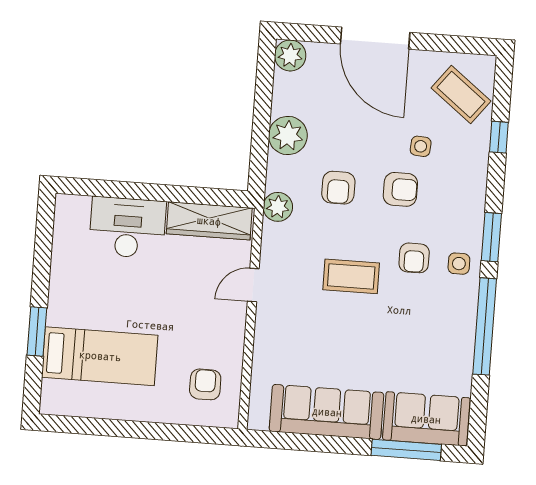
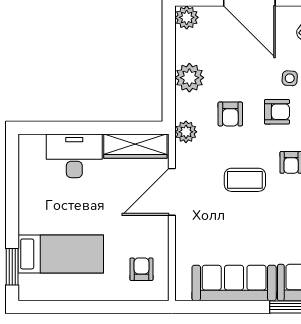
door: (253, 285) -> (172, 192), width x1.88
window: (37, 332) -> (12, 267), moved

